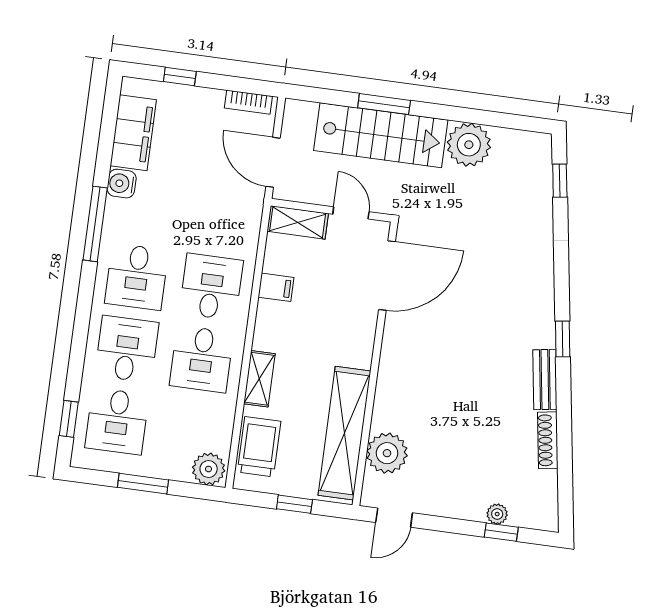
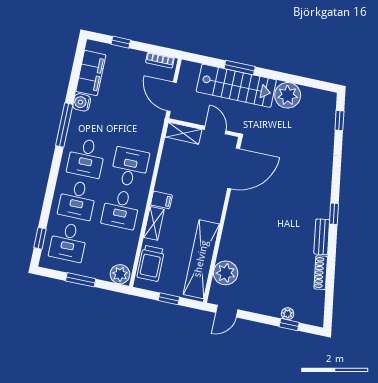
filing cabinet: (276, 287) -> (161, 200), moved
desk: (127, 349) -> (77, 200), turned 180
trolley: (259, 447) -> (151, 263), turned 180

